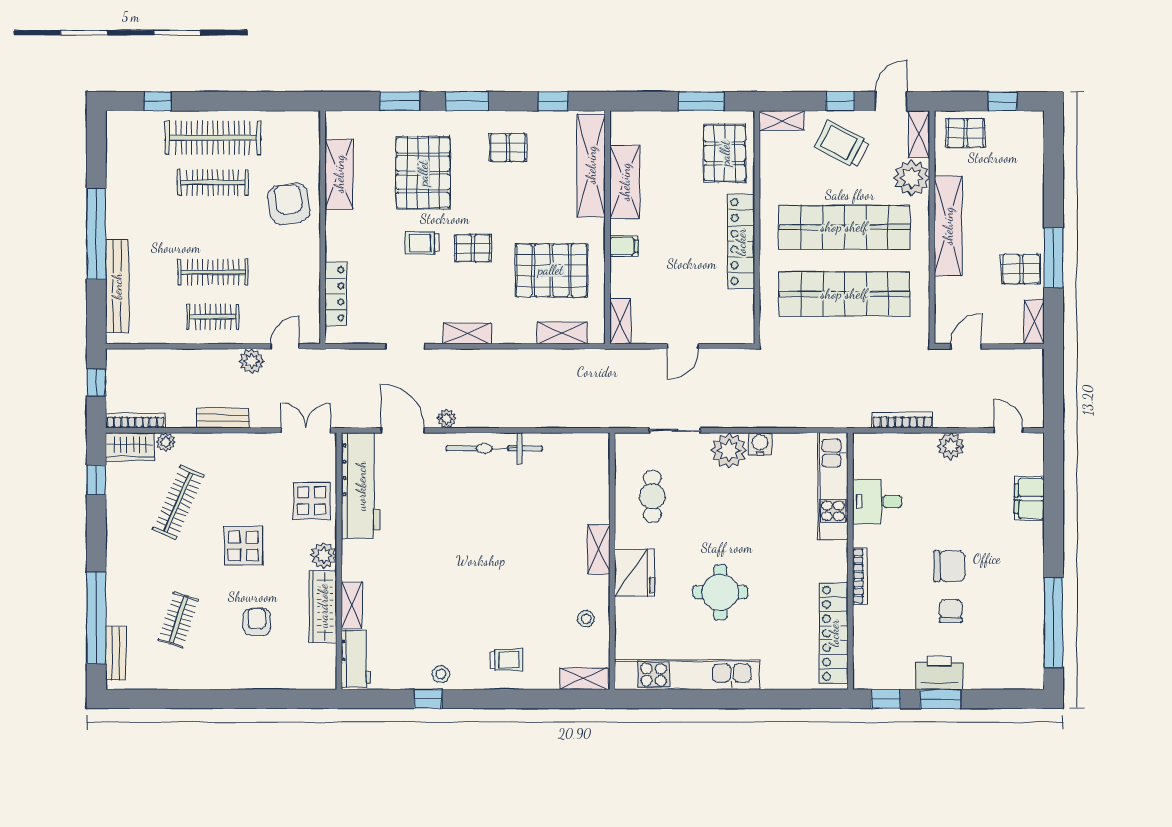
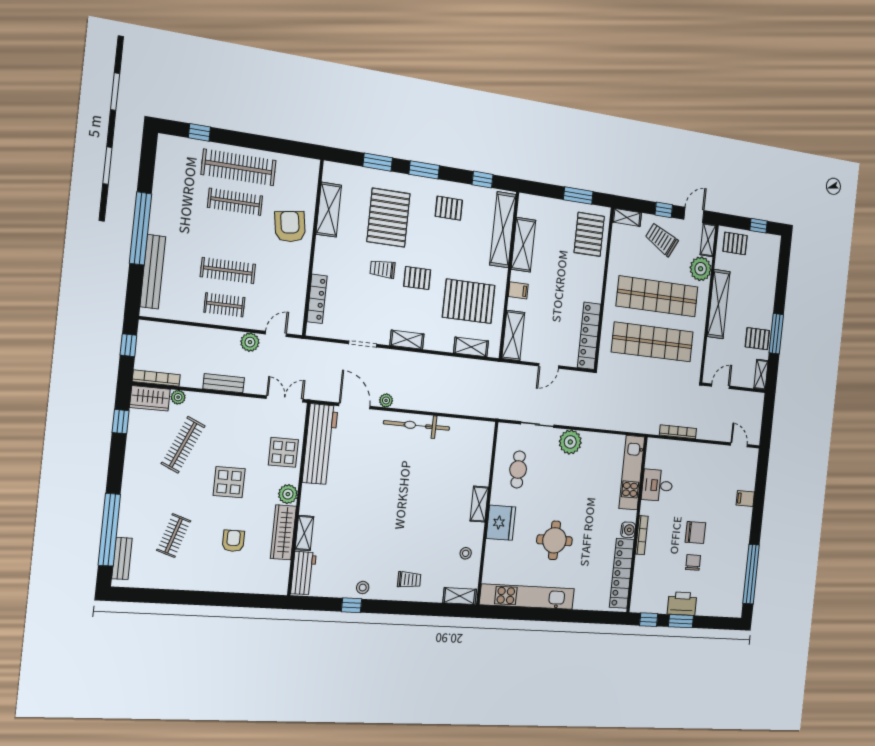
locker: (741, 242) -> (589, 336), moved
shelving: (620, 321) -> (513, 335), width x1.50, depth x1.33
water cooler: (760, 444) -> (628, 530), moved, turned 90
plant: (951, 446) -> (705, 452), removed
filing cabinet: (1029, 499) -> (745, 499), width x0.50

